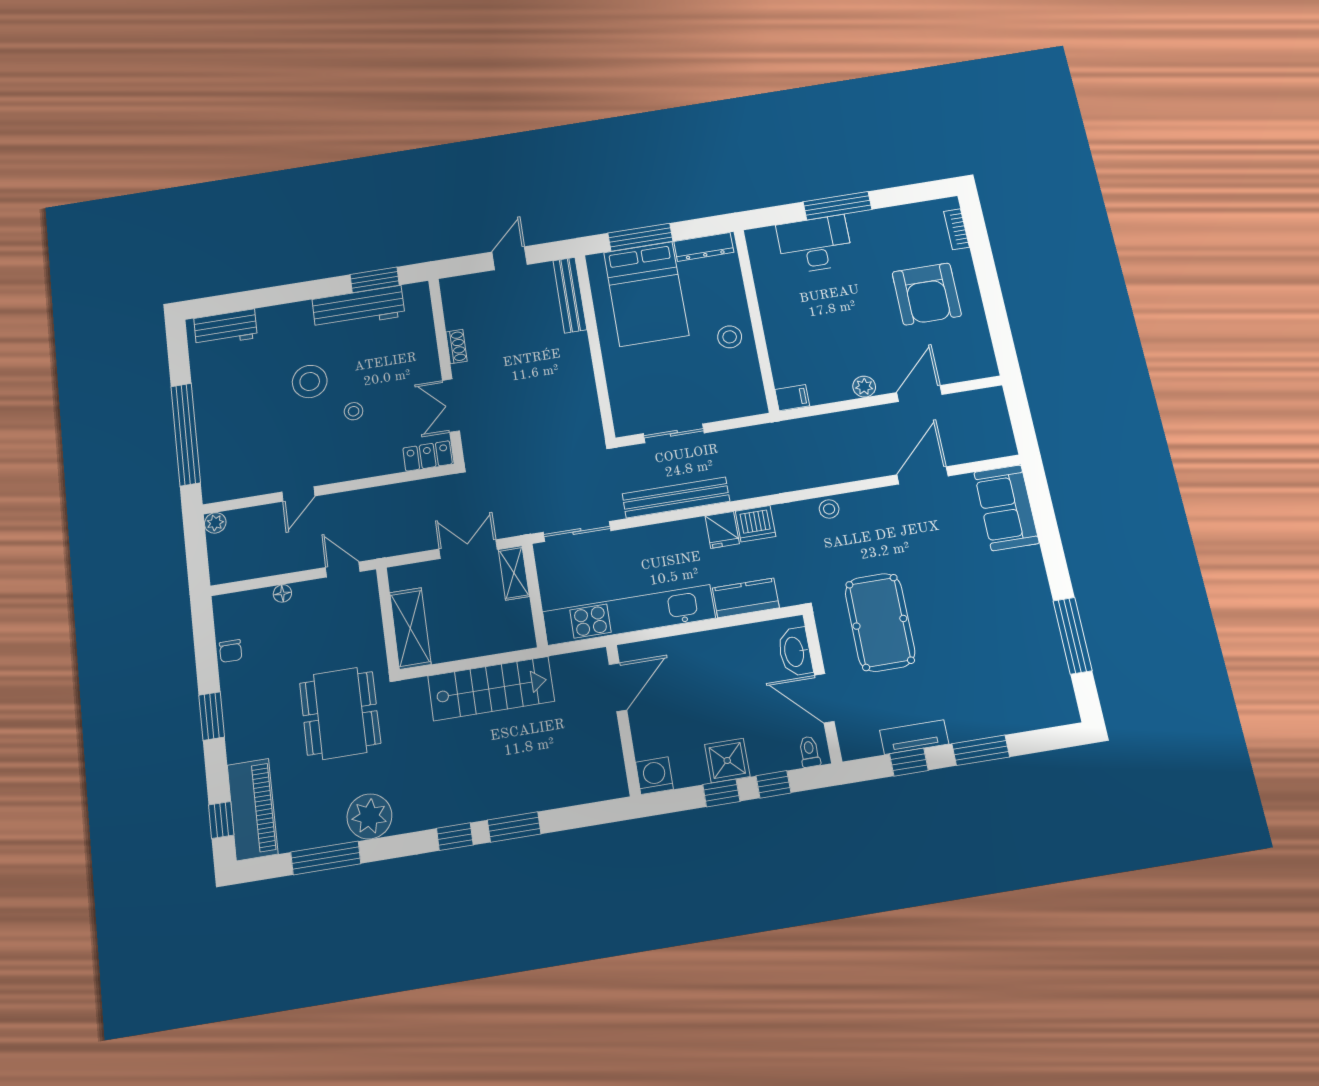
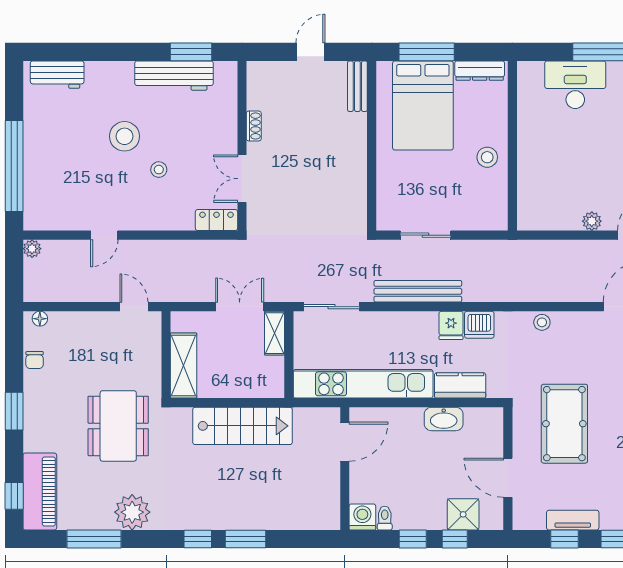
bench: (570, 295) -> (357, 86), width x0.73
filing cabinet: (792, 398) -> (530, 221), removed
floor lamp: (282, 593) -> (40, 319), moved
washbasin: (795, 652) -> (444, 419), moved, turned -90
toilet: (809, 752) -> (385, 518), moved
shower: (727, 760) -> (463, 514), moved

